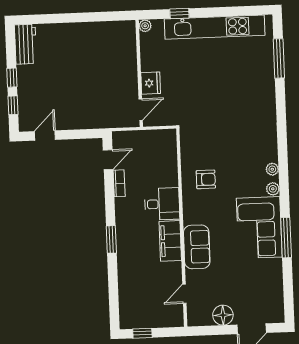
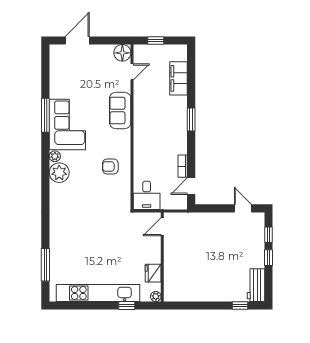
window: (44, 19) -> (240, 306), added
fridge: (151, 83) -> (153, 273), moved
door: (45, 135) -> (243, 208), swing flipped
plant: (272, 169) -> (59, 173), width x1.87, depth x1.87
desk: (162, 204) -> (147, 195), moved, turned -90
filing cabinet: (170, 241) -> (178, 78), moved, turned 180
floor lamp: (223, 315) -> (122, 53), moved
window: (142, 333) -> (156, 40), moved

